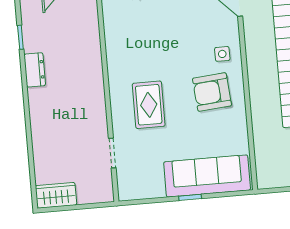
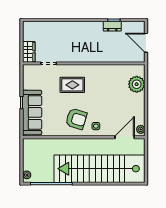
dresser: (35, 70) -> (112, 26), moved
armchair: (212, 92) -> (76, 119), turned 112
wardrobe: (56, 195) -> (29, 52), moved

